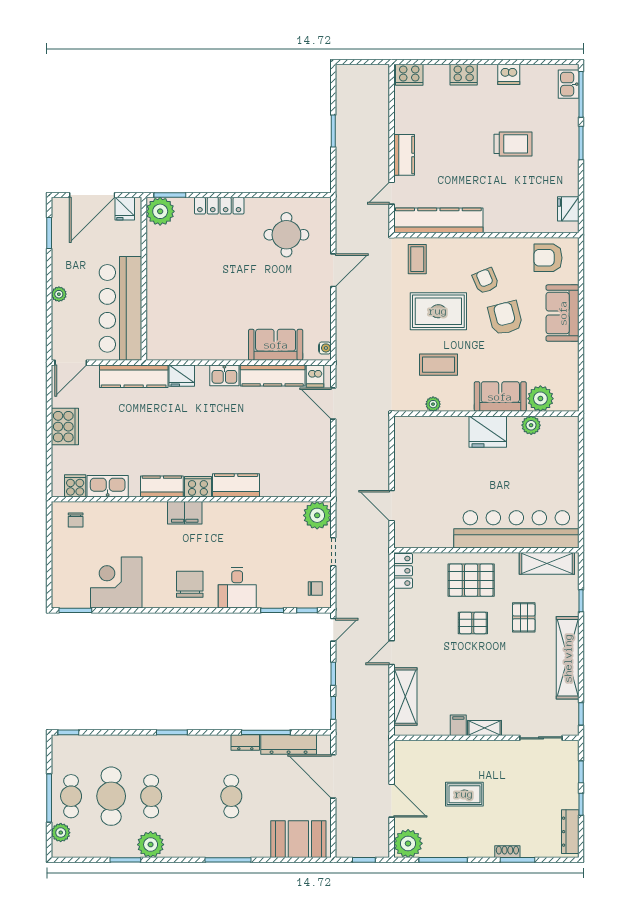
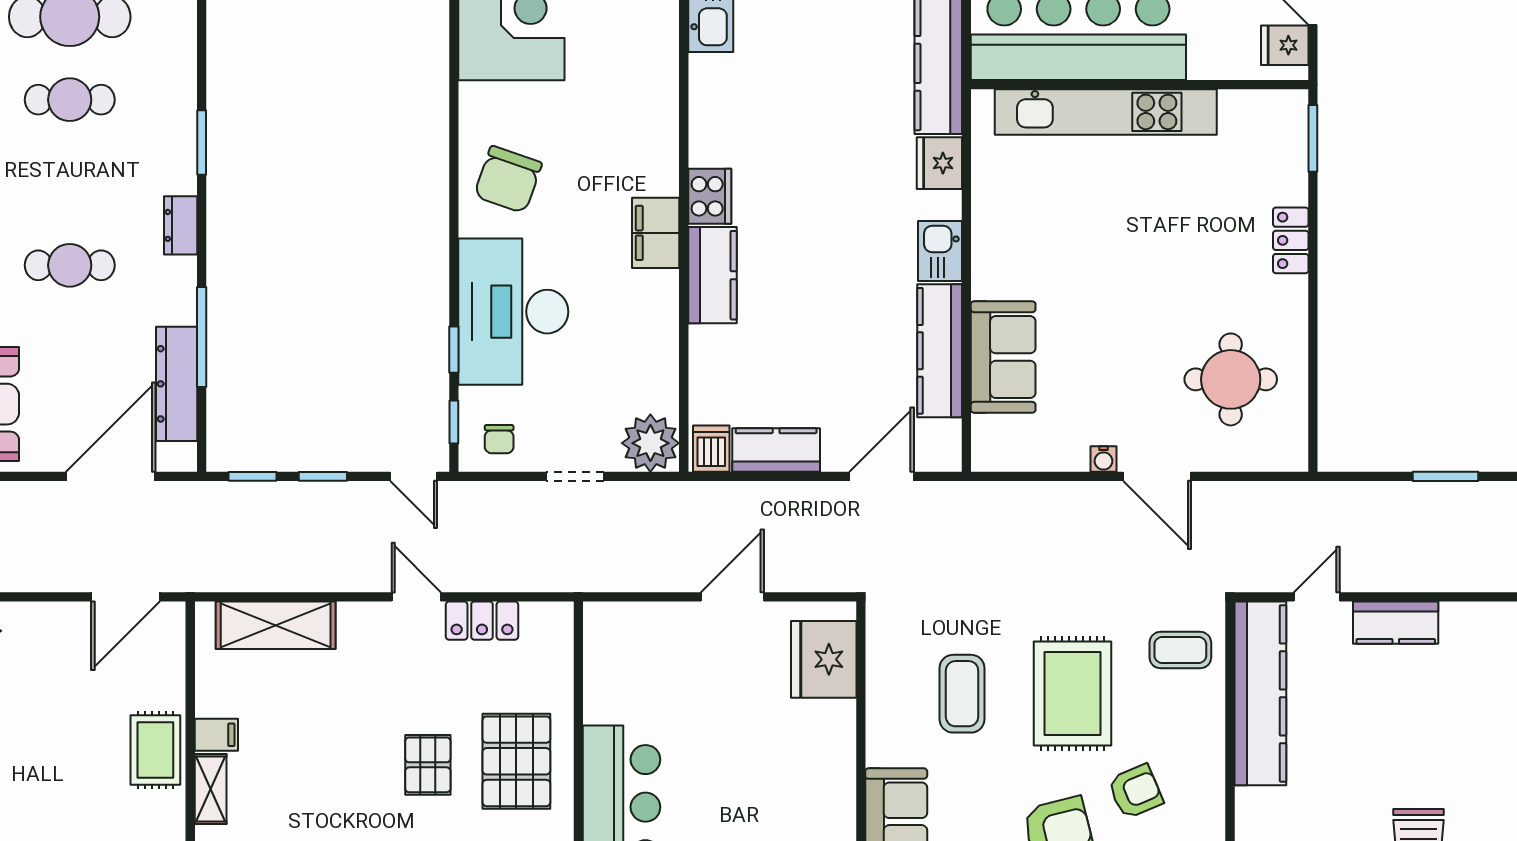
door: (392, 193) -> (1317, 597), hinge flipped
locker: (219, 206) -> (1291, 240), width x0.66
plant: (160, 211) -> (1279, 118), removed
kitchen unit: (157, 295) -> (1106, 112), added
water cooler: (325, 348) -> (1103, 459), moved
dishwasher: (315, 376) -> (711, 449), moved, turned 90
plant: (433, 404) -> (881, 683), removed
fridge: (488, 432) -> (824, 659), moved
kitchen counter: (162, 486) -> (776, 450), moved, turned -90
door: (392, 506) -> (732, 597), moved
filing cabinet: (185, 513) -> (656, 233), moved
locker: (403, 571) -> (482, 621), moved
chair: (190, 584) -> (508, 179), turned 109
desk: (237, 588) -> (513, 312), width x1.87, depth x1.30
door: (392, 653) -> (416, 597), moved
dresser: (245, 743) -> (181, 225), moved
rug: (464, 794) -> (155, 750), moved
door: (392, 801) -> (125, 597), moved

